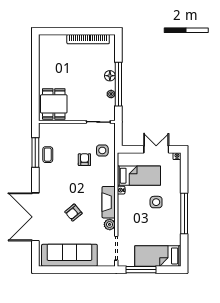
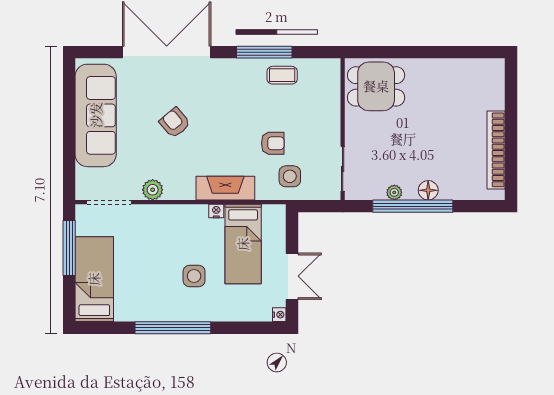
window: (35, 152) -> (264, 52), moved
fireplace: (109, 202) -> (225, 188), moved

